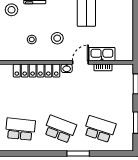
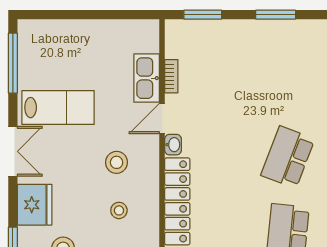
door: (80, 62) -> (162, 119), hinge flipped
school desk: (100, 129) -> (288, 82), removed

